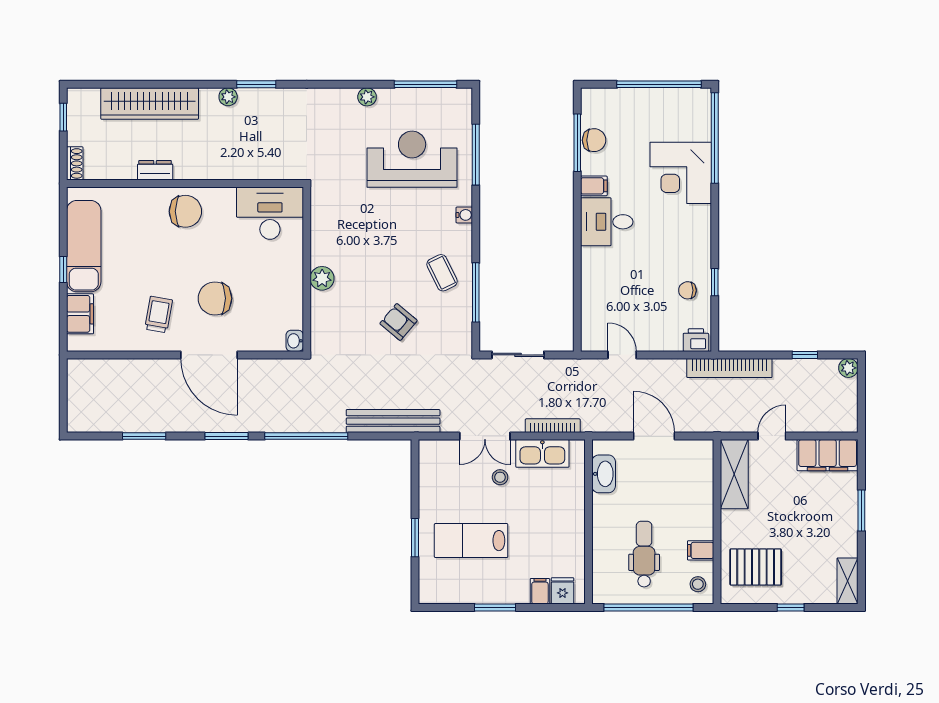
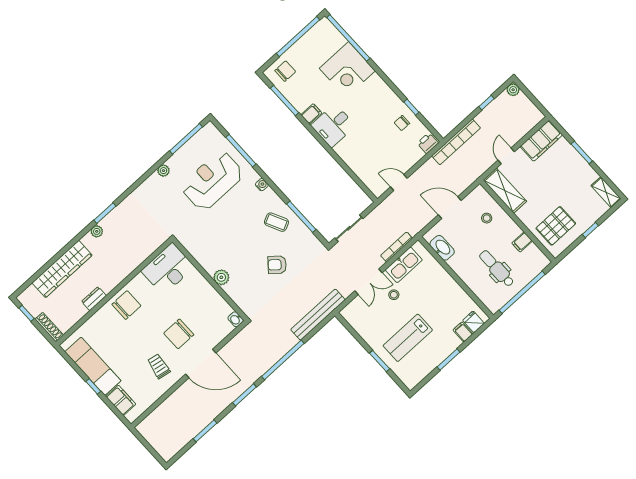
chair: (594, 140) -> (285, 71), moved
shoe rack: (75, 163) -> (49, 327), width x1.43
stool: (698, 584) -> (487, 218), moved

